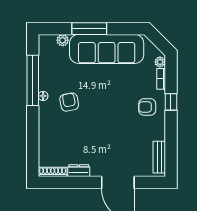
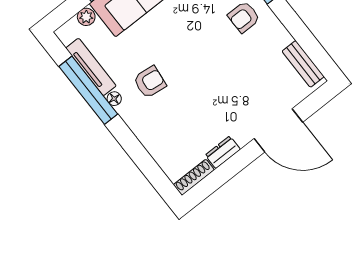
tv unit: (44, 69) -> (91, 67), added
armchair: (69, 102) -> (150, 82), turned 108

